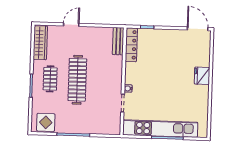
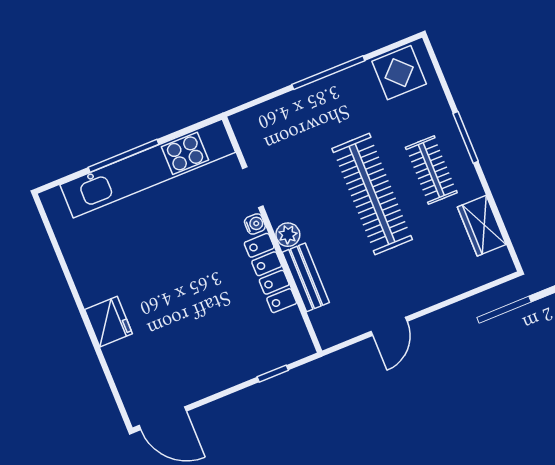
door: (71, 25) -> (389, 326), moved
bench: (118, 41) -> (306, 277), moved
wardrobe: (40, 43) -> (482, 226), width x0.67
locker: (131, 45) -> (270, 273), moved
plant: (117, 79) -> (288, 235), added

